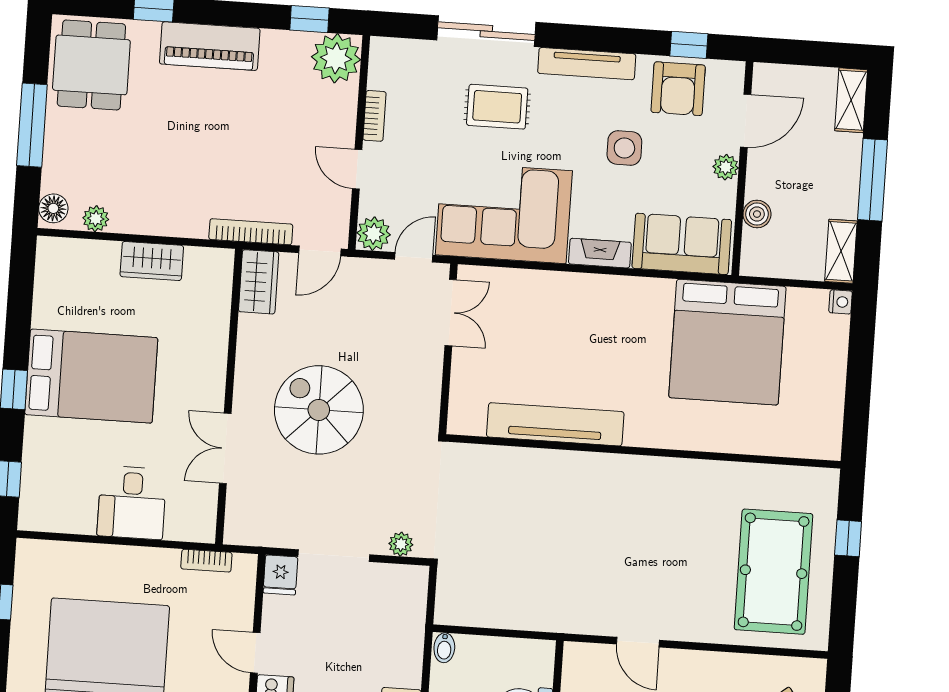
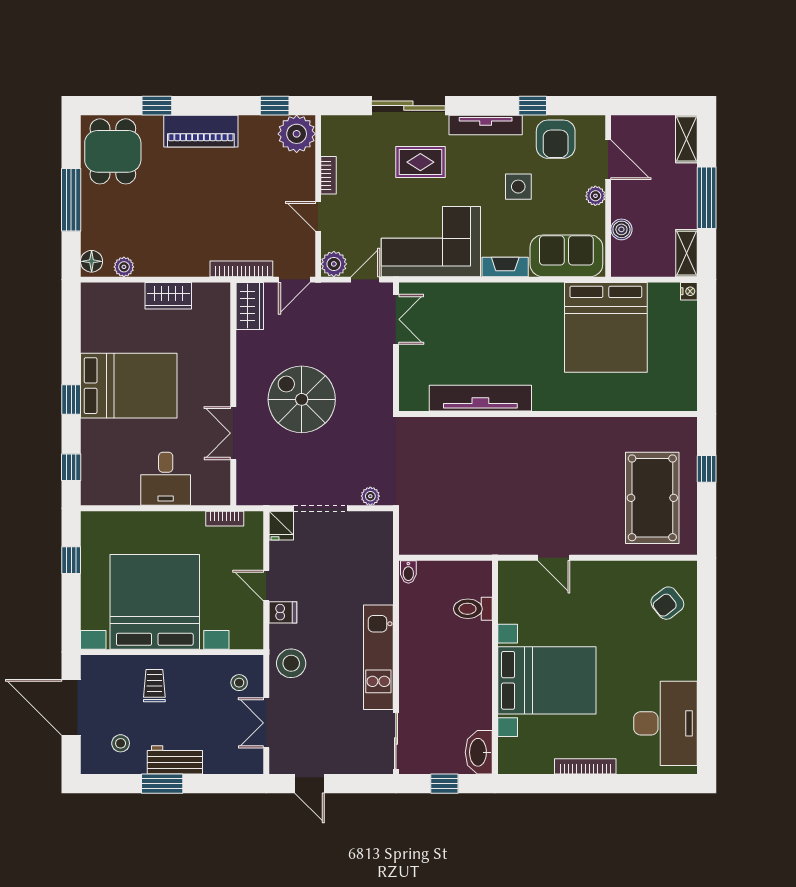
window: (689, 45) -> (533, 106), moved
door: (746, 121) -> (608, 160), hinge flipped

